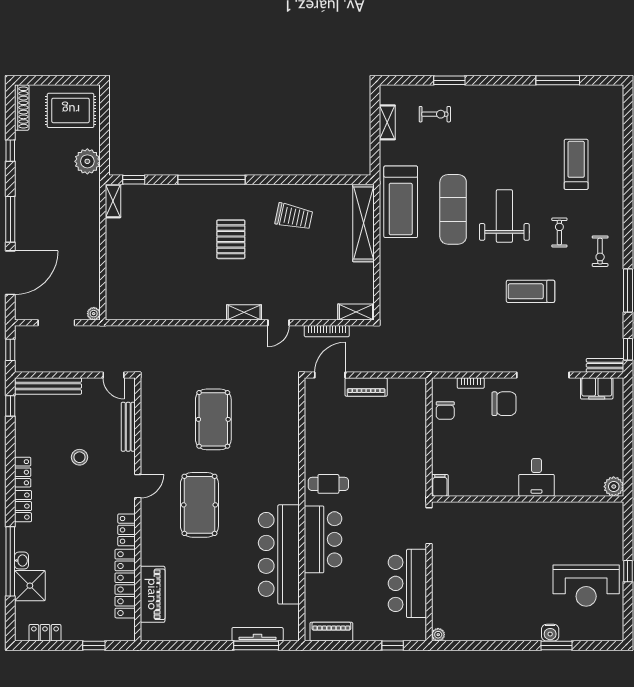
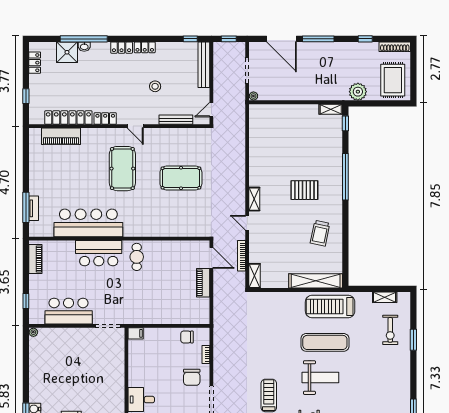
exercise bike: (435, 114) -> (390, 330), width x1.38, depth x1.39
pool table: (199, 505) -> (122, 169), turned 90
tv unit: (258, 634) -> (34, 208), width x0.71

